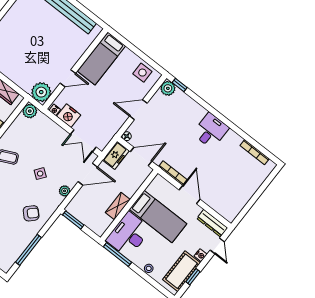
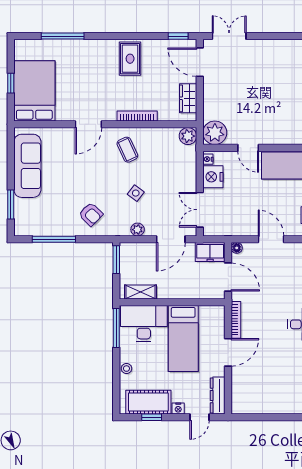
door: (88, 174) -> (171, 239), hinge flipped
shelving: (118, 206) -> (140, 292), moved

